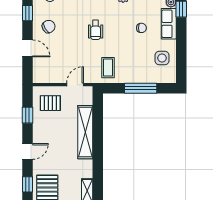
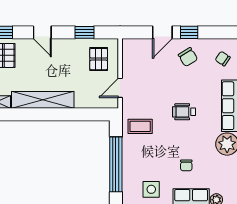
window: (27, 13) -> (189, 32), moved
door: (75, 85) -> (120, 88), swing flipped
window: (141, 88) -> (116, 164), width x1.46
shelving: (85, 132) -> (43, 100), moved

